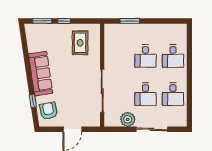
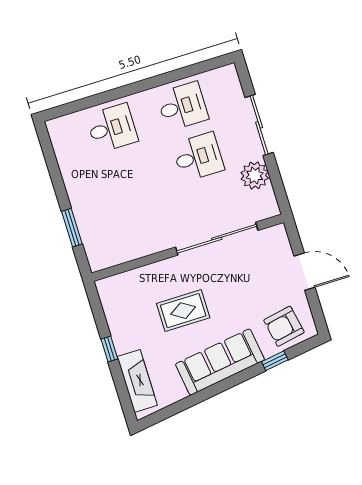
window: (42, 21) -> (122, 389), removed
fireplace: (44, 30) -> (137, 381), added
rug: (80, 43) -> (183, 311), moved
desk: (146, 56) -> (128, 179), removed

